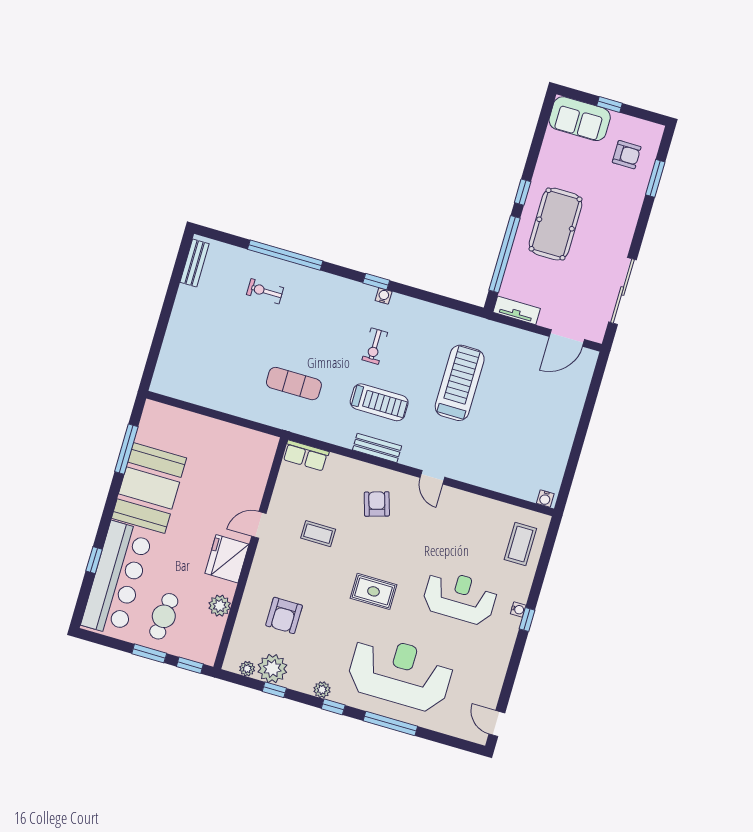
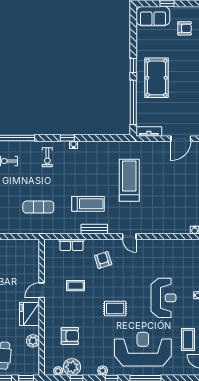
exercise bike: (375, 346) -> (47, 157), moved
row of seats: (306, 456) -> (71, 245), moved
coffee table: (520, 544) -> (188, 339), moved
reception desk: (460, 597) -> (163, 298), turned 90
armchair: (284, 615) -> (70, 336), turned -90

